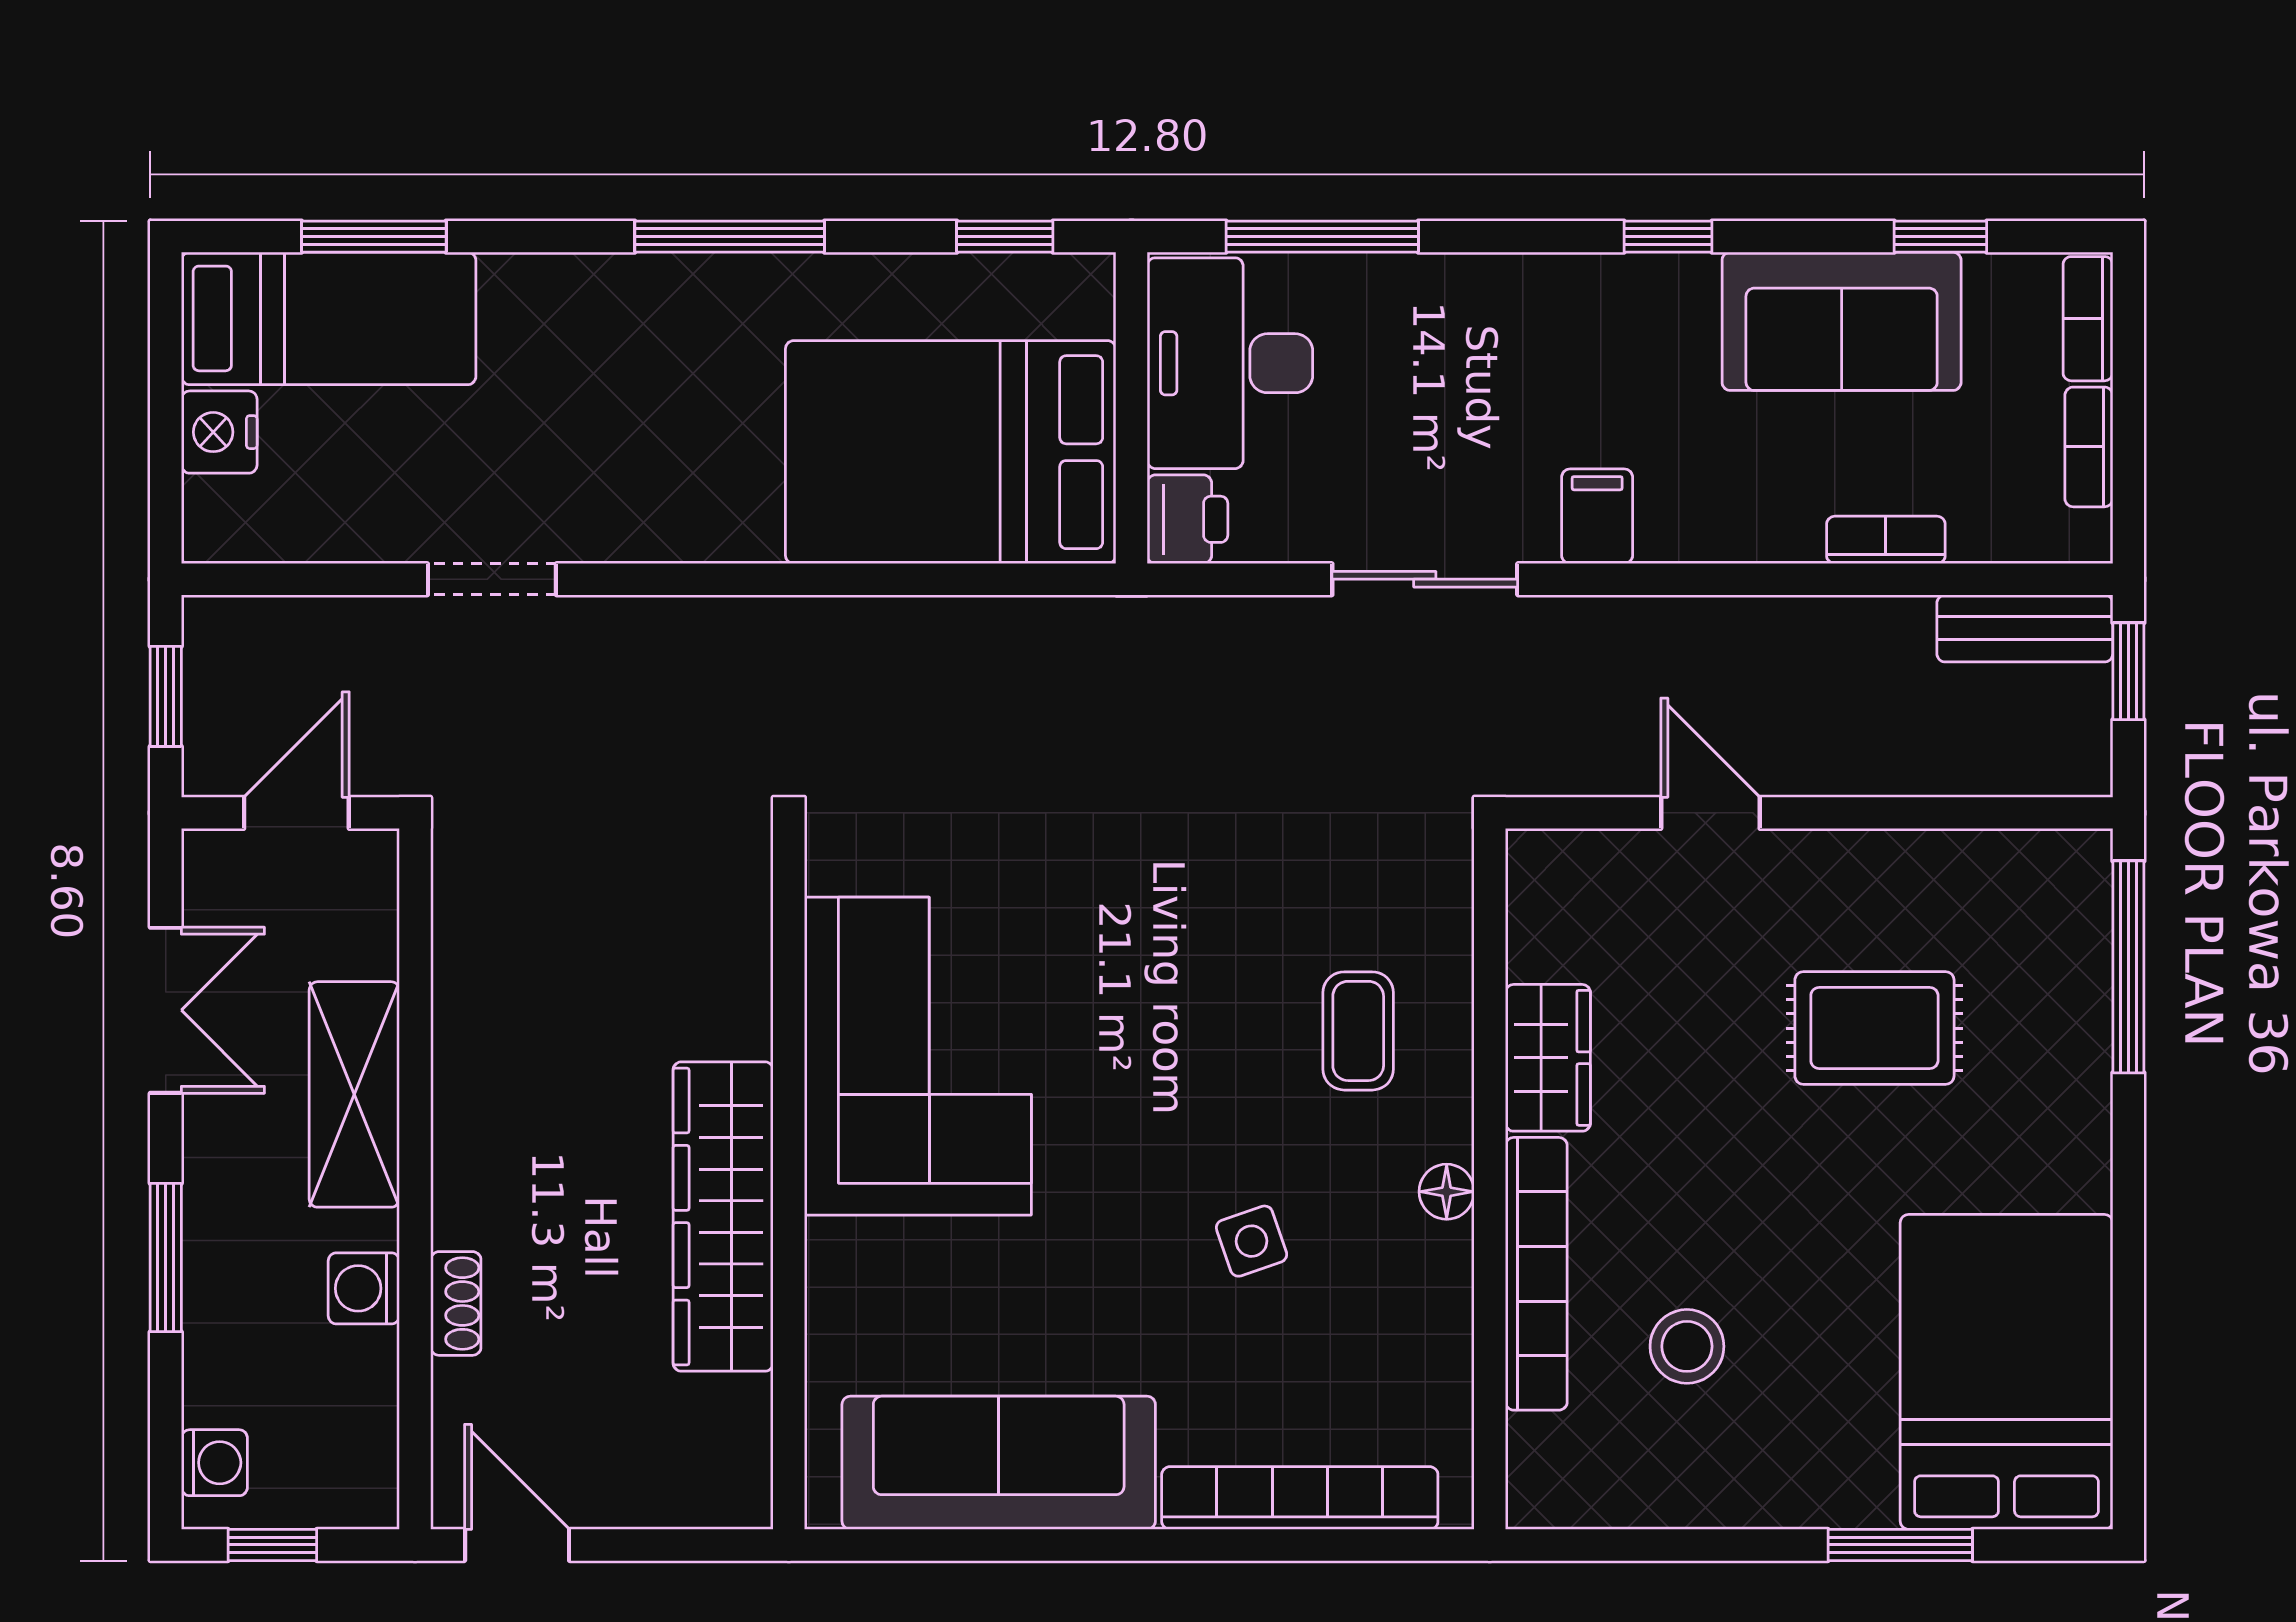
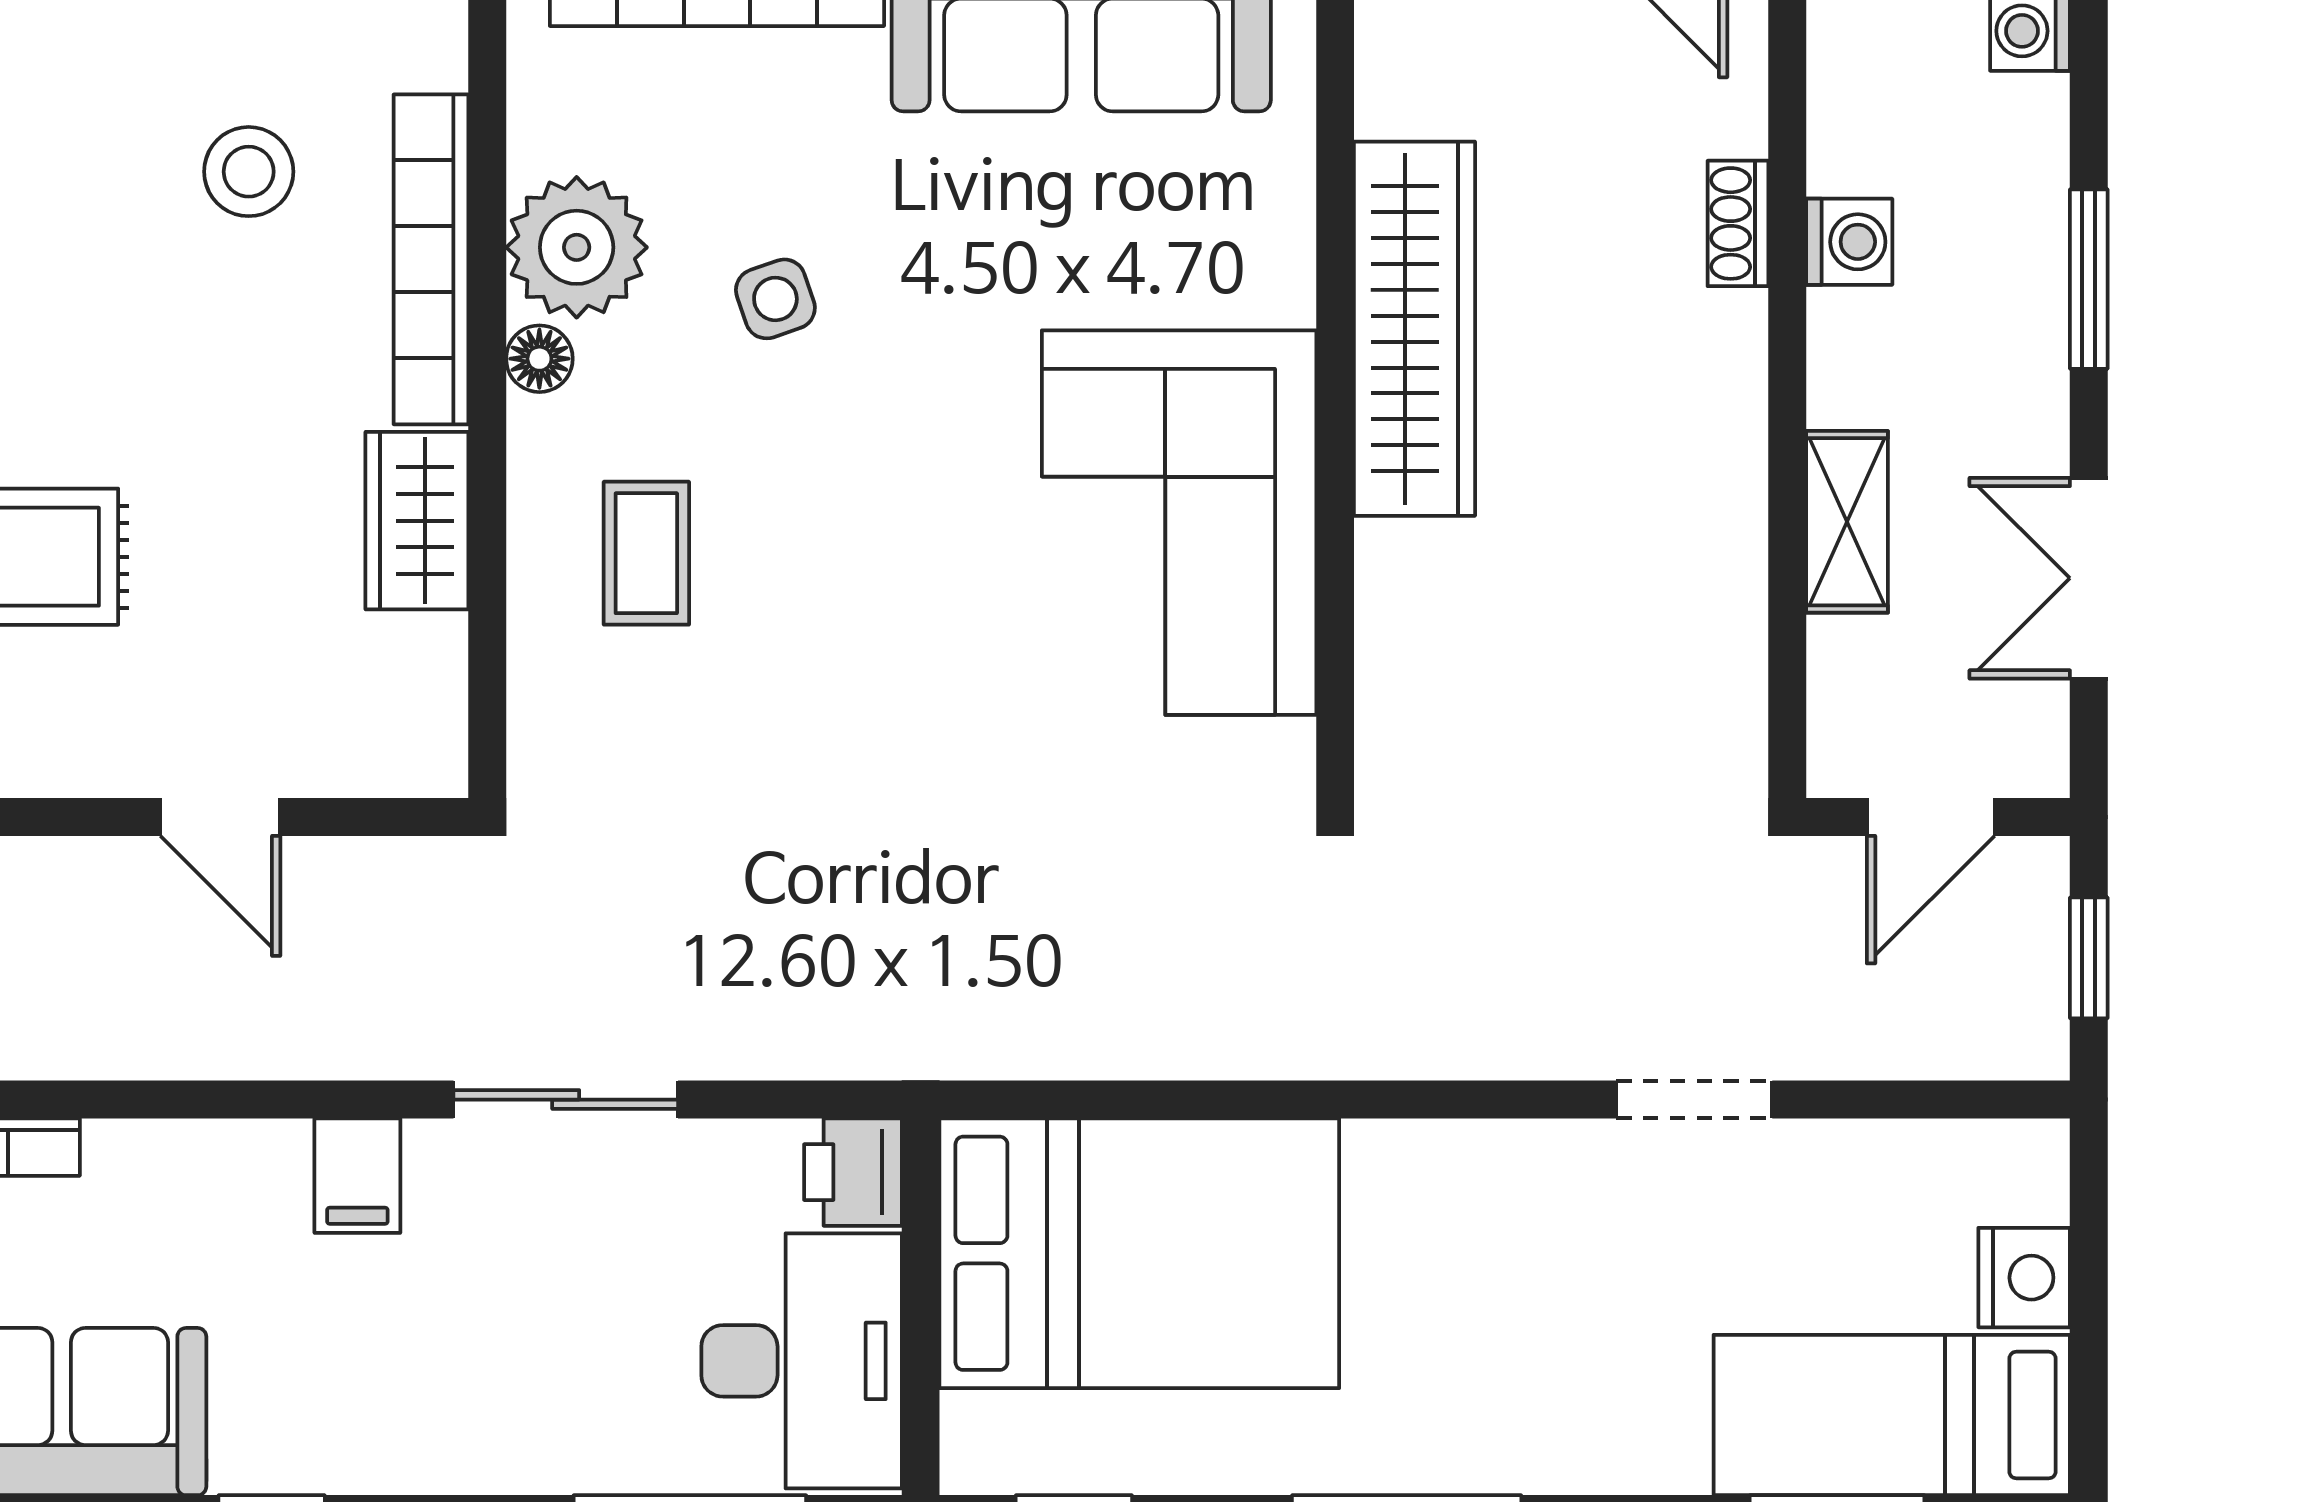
shelving: (354, 1094) -> (1847, 522), width x0.67, depth x0.75
plant: (1416, 1284) -> (577, 247), added

